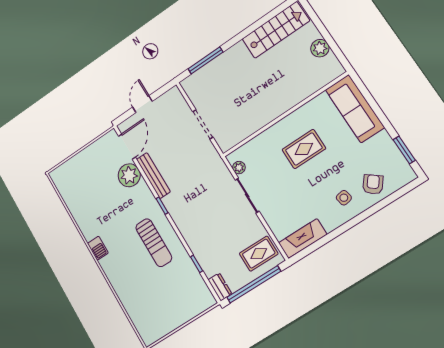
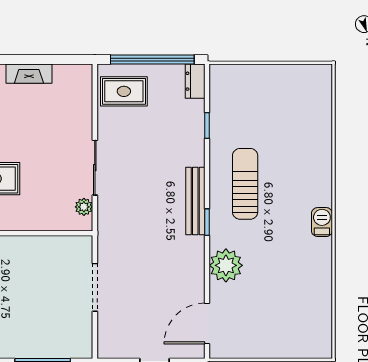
plant: (129, 175) -> (226, 265), moved
bench: (153, 176) -> (195, 201), moved
fireplace: (303, 239) -> (29, 74), moved, width x0.73, depth x0.76

